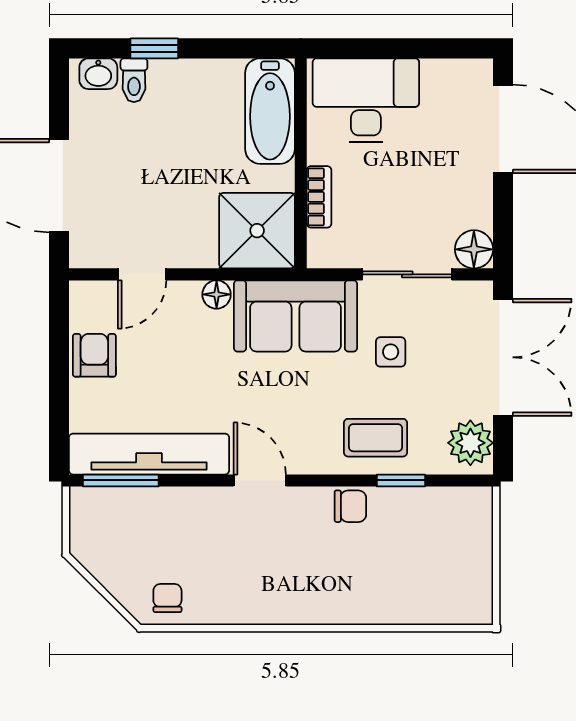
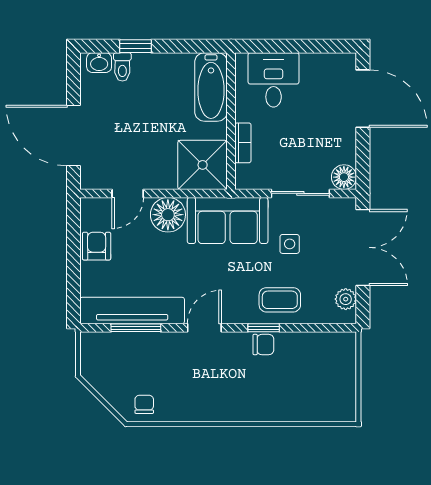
desk: (366, 100) -> (274, 80), width x0.73
floor lamp: (217, 294) -> (168, 215), width x1.89, depth x1.89
plant: (470, 443) -> (346, 299), width x0.73, depth x0.73
window: (121, 480) -> (136, 328), moved
door: (260, 480) -> (204, 328), hinge flipped
window: (401, 480) -> (264, 328), moved

